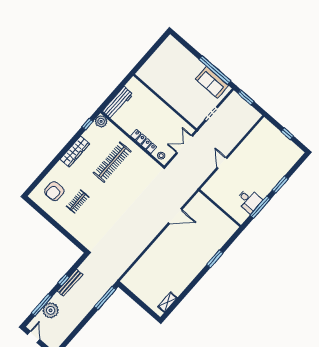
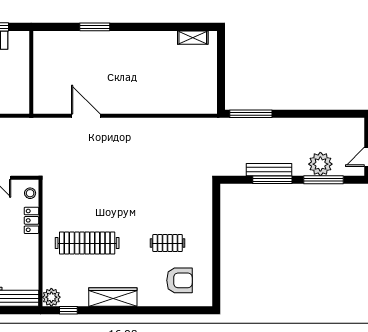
locker: (144, 141) -> (31, 220), width x0.66
window: (63, 280) -> (272, 180), width x2.17

